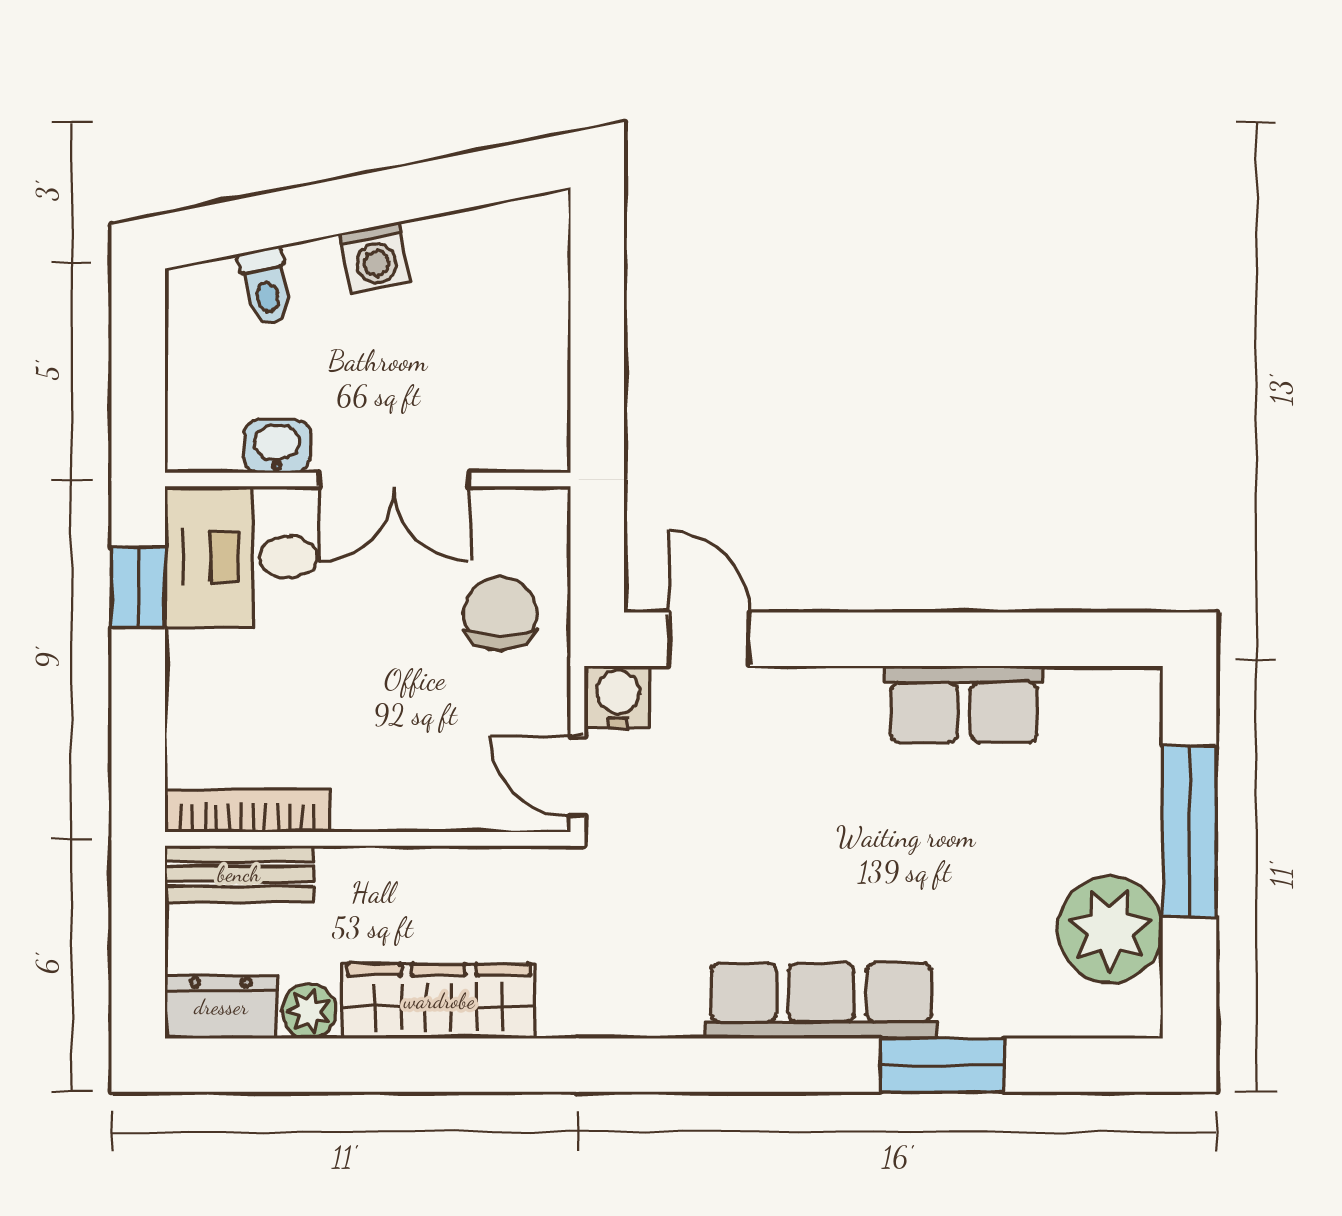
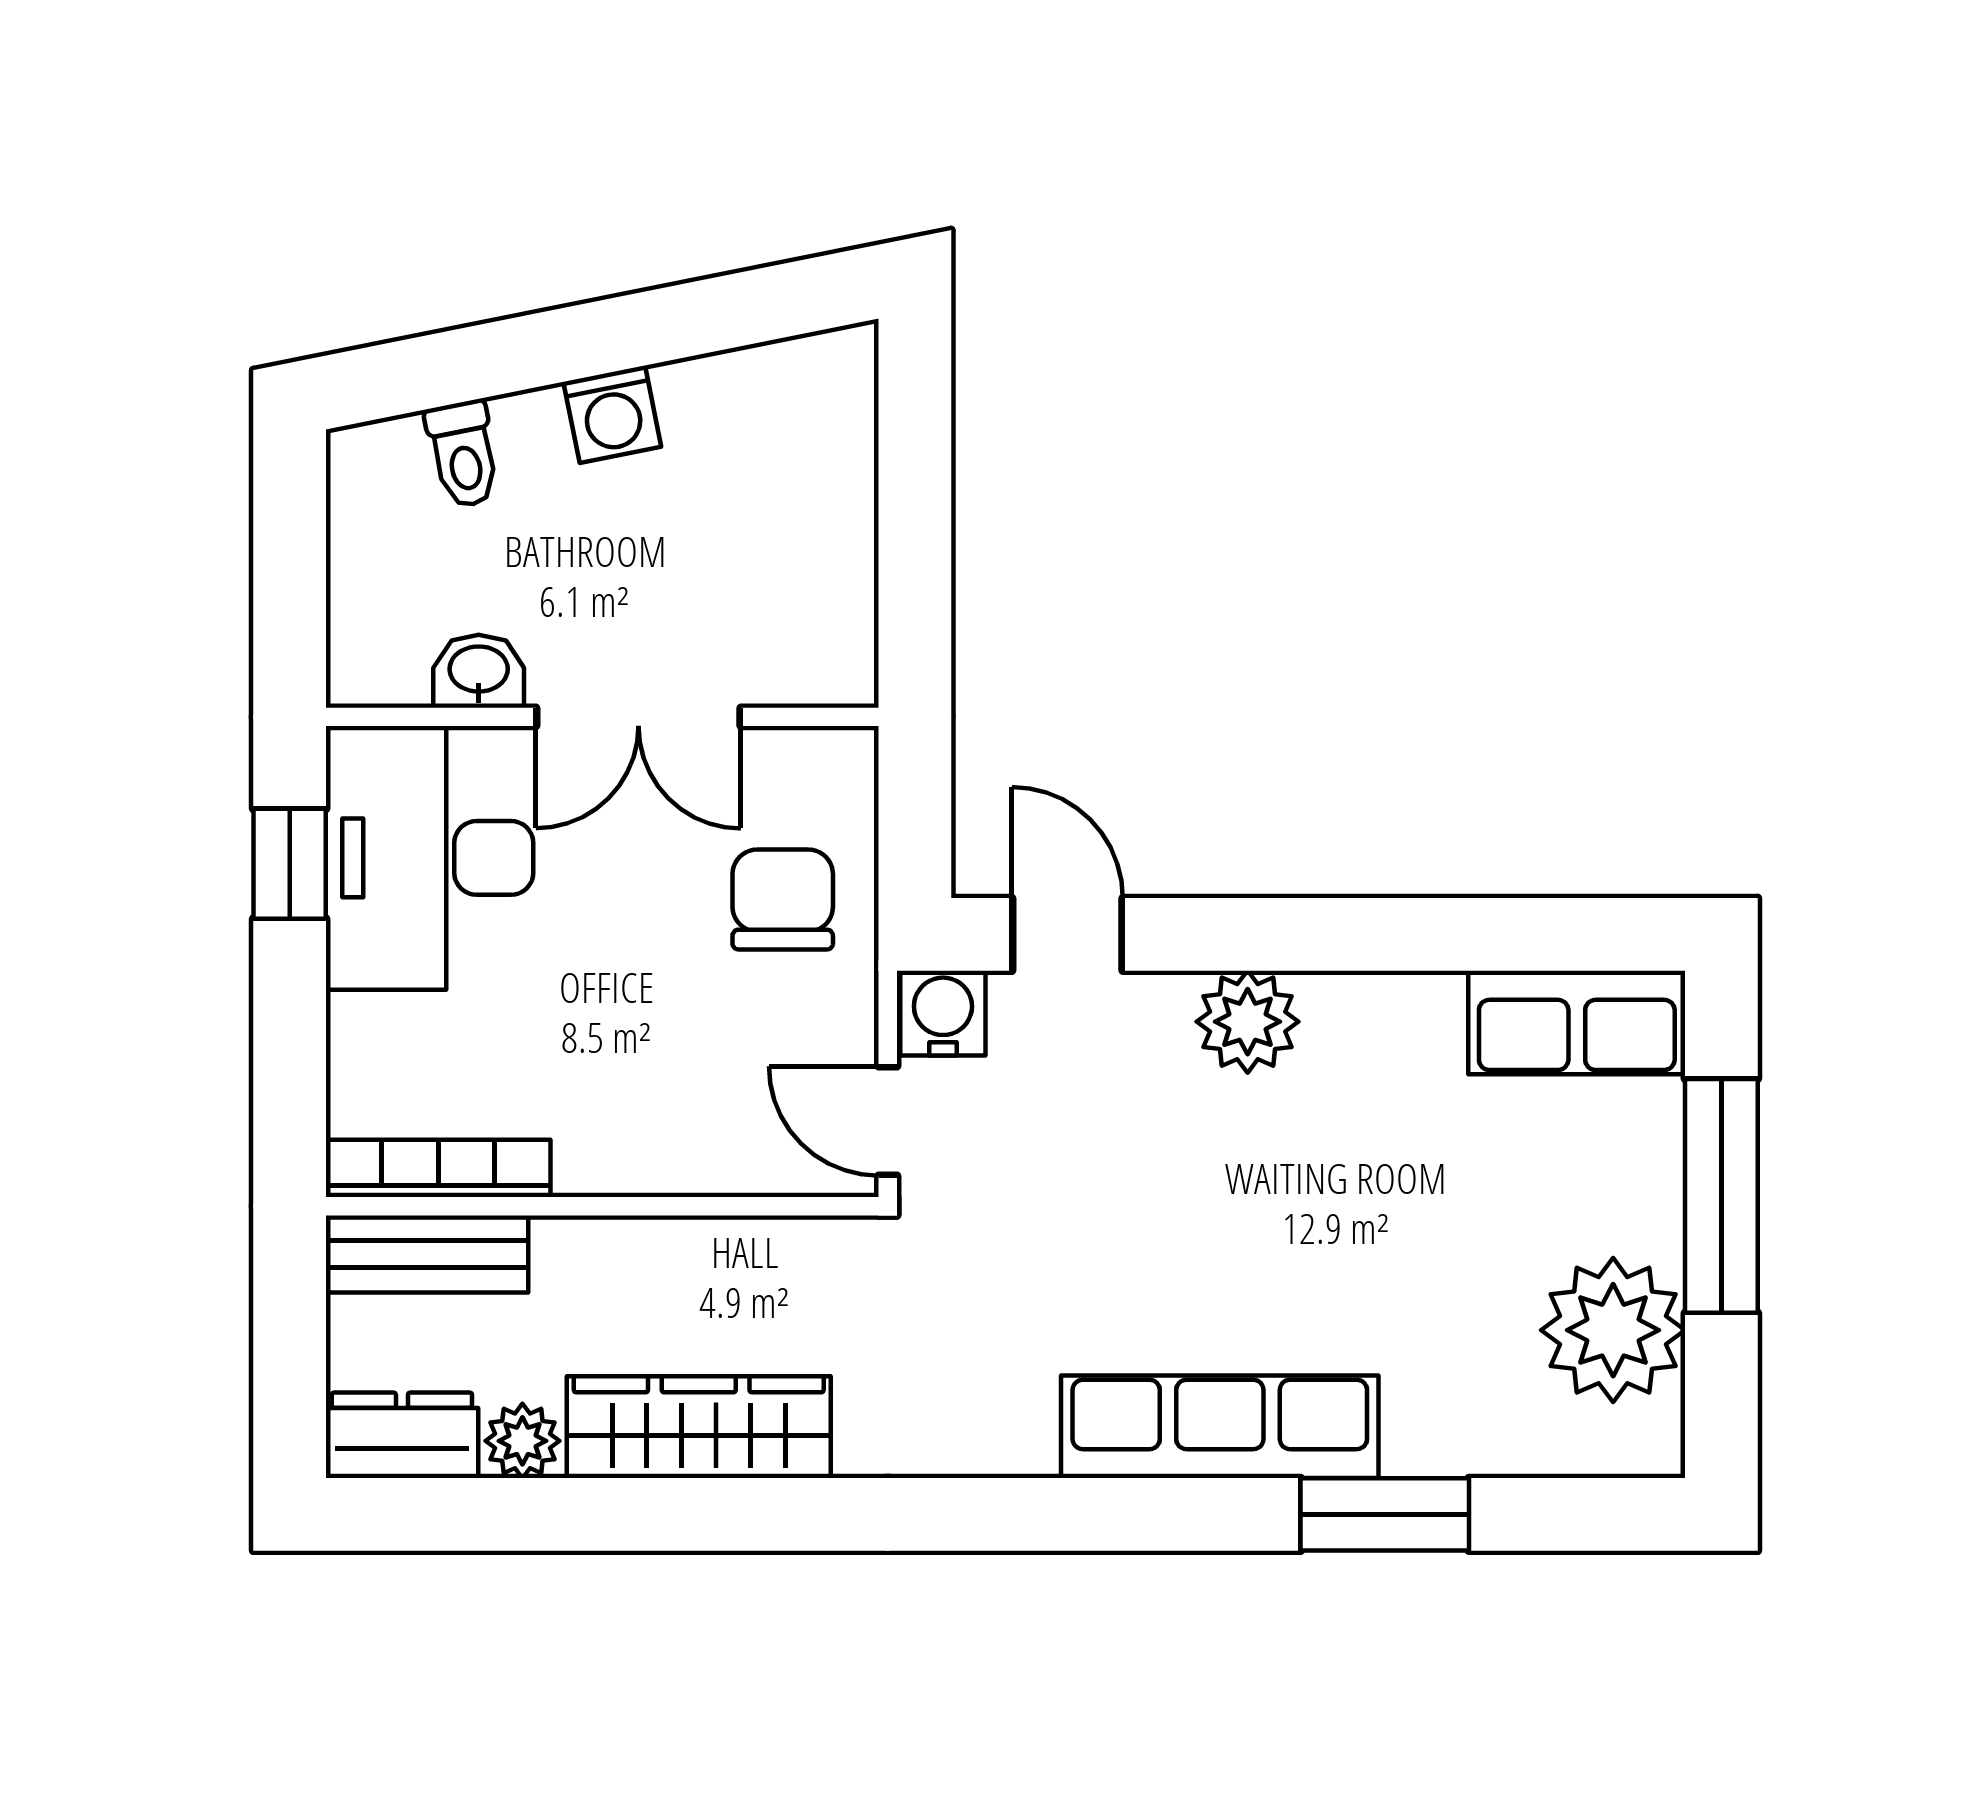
desk: (241, 557) -> (430, 858), width x1.37
plant: (842, 703) -> (1248, 1022), added
row of seats: (964, 704) -> (1577, 1022), moved

